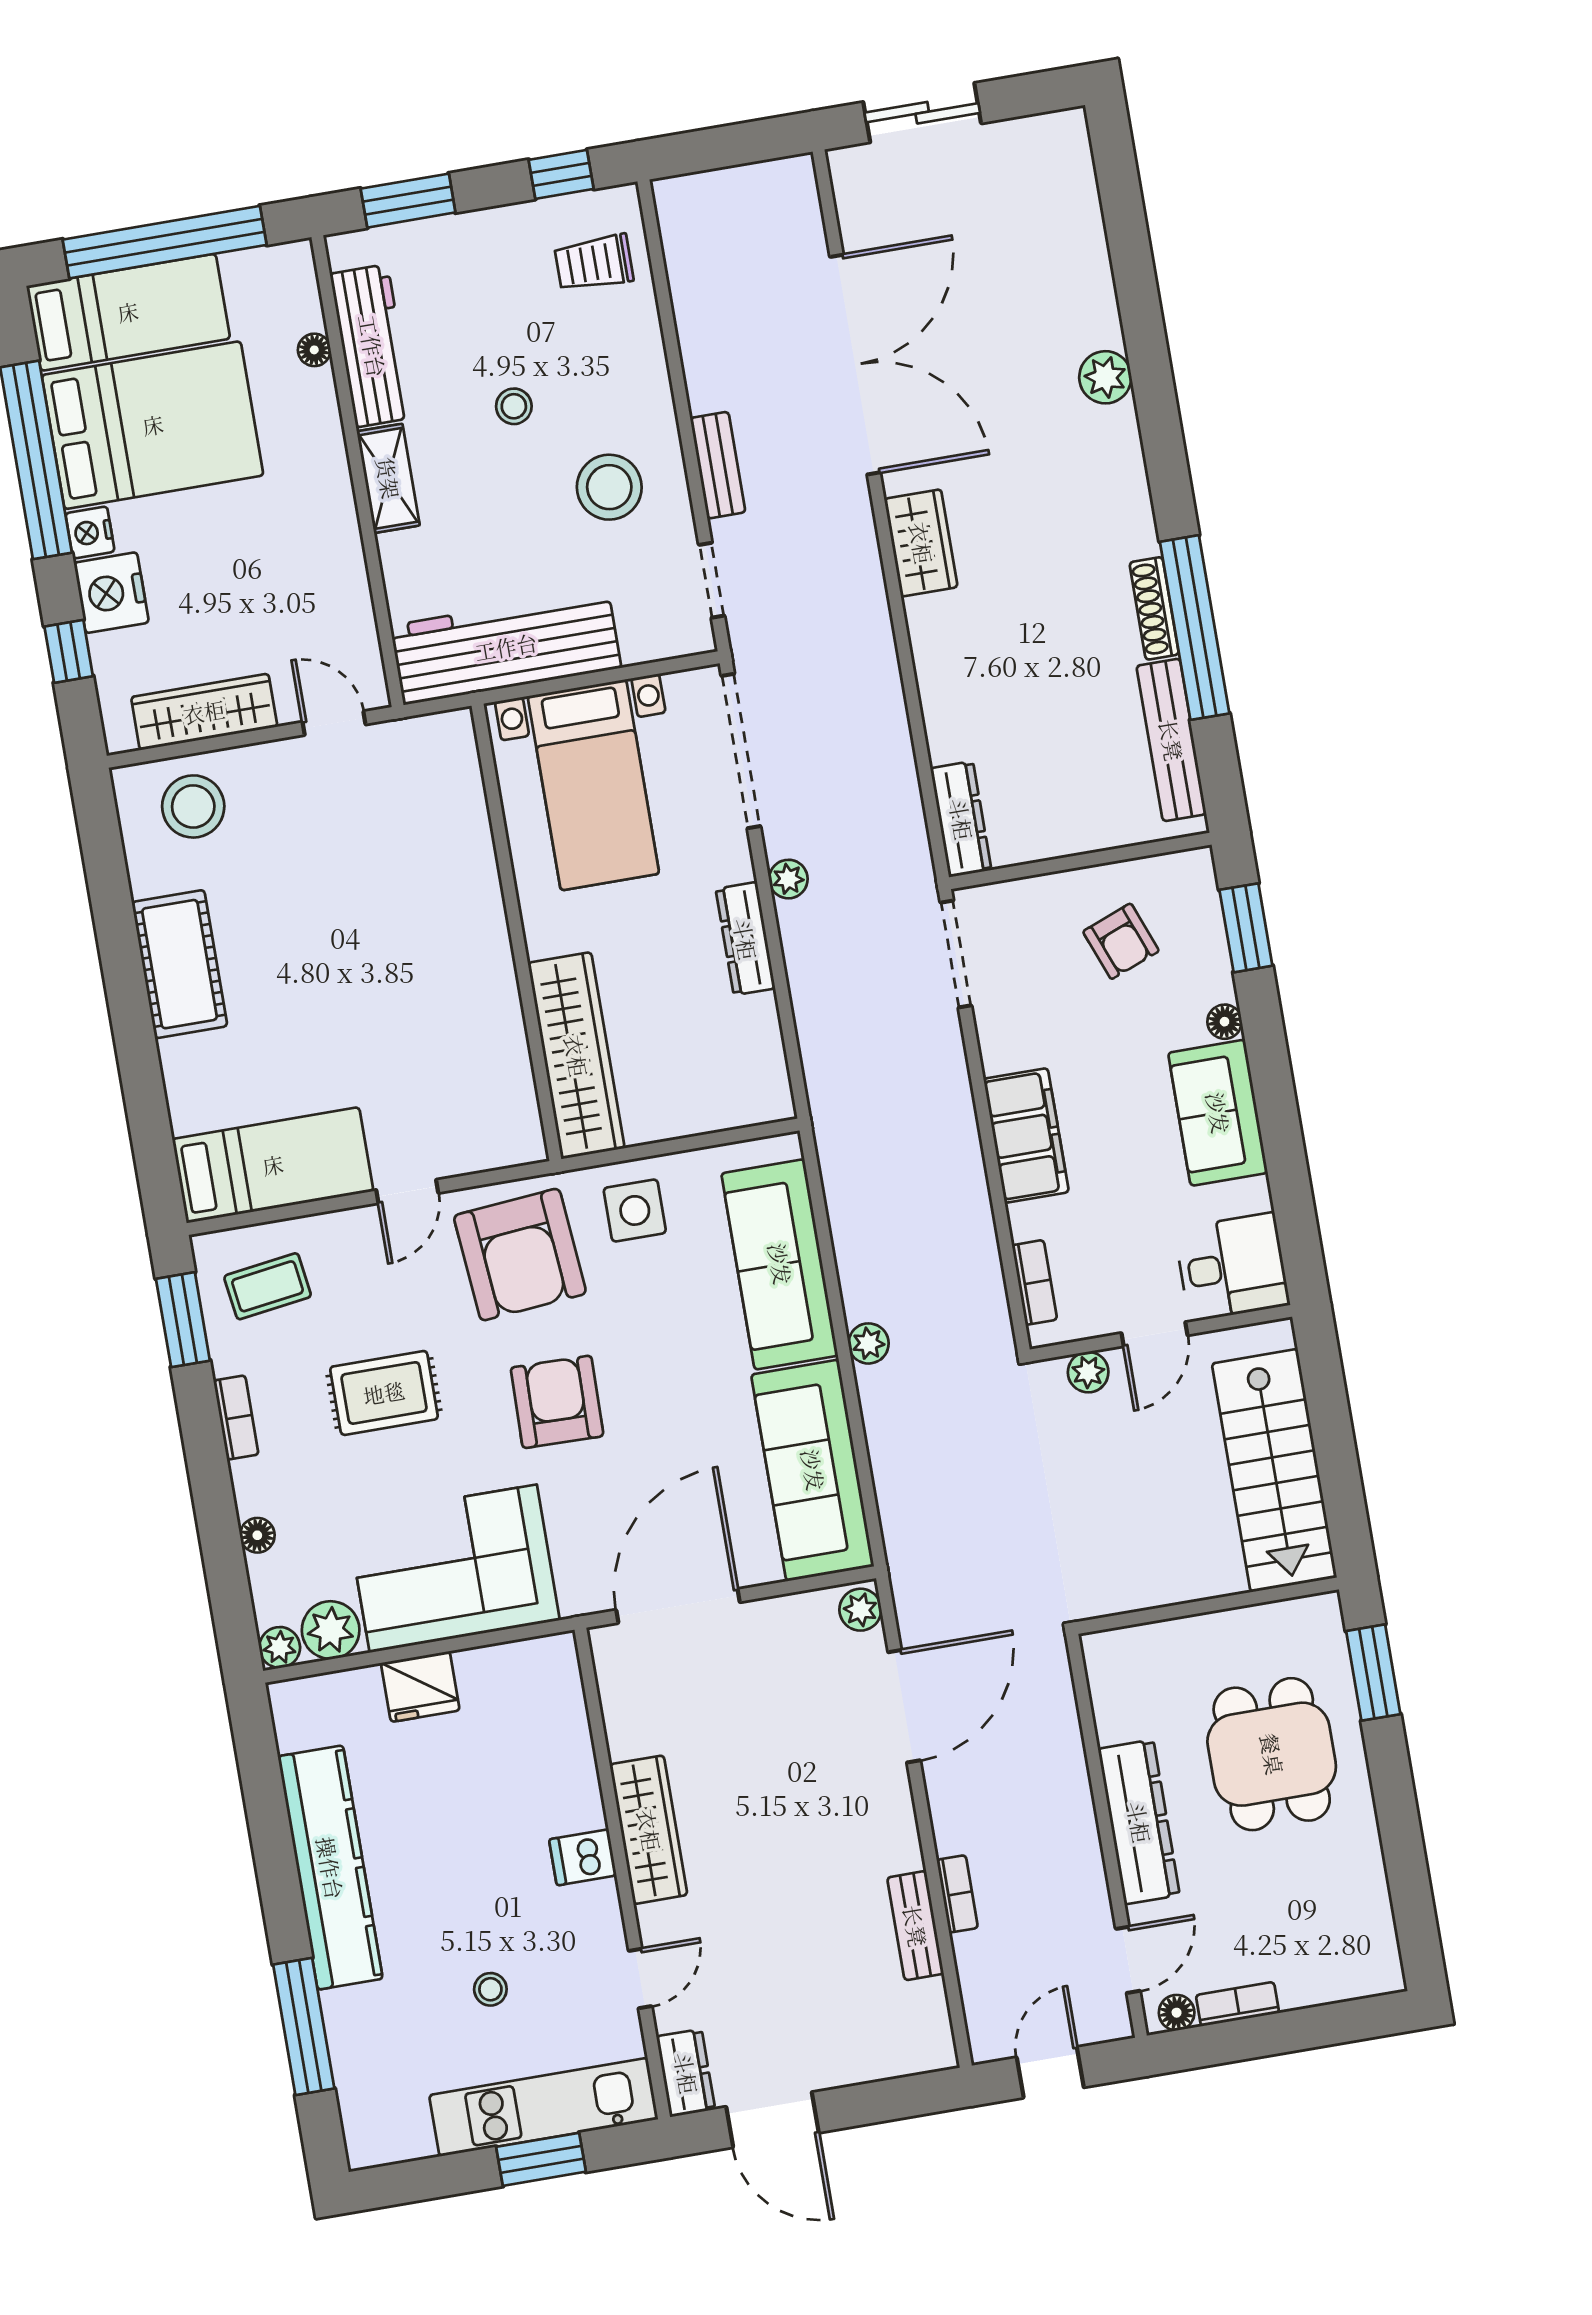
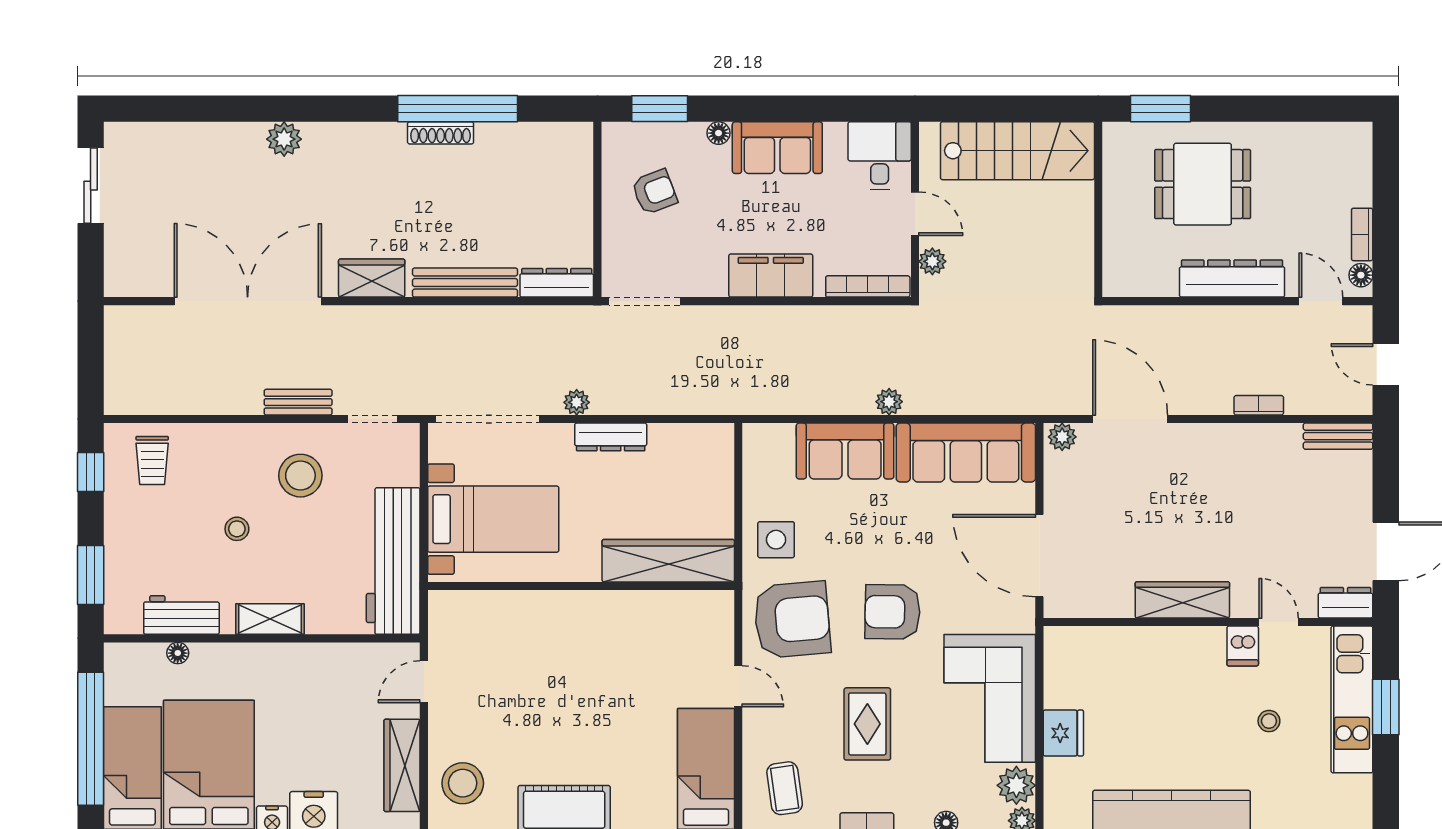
sliding door: (922, 113) -> (91, 186), moved
workbench: (372, 346) -> (181, 615), width x0.73
bench: (1171, 740) -> (465, 283), moved
sofa: (780, 1264) -> (845, 451), width x0.73
bookcase: (1034, 1282) -> (868, 286), width x1.56
dishwasher: (583, 1857) -> (1243, 646), moved
bench: (915, 1926) -> (1338, 436), moved

